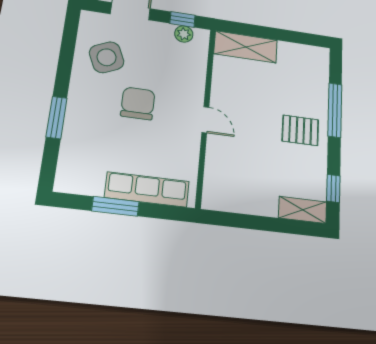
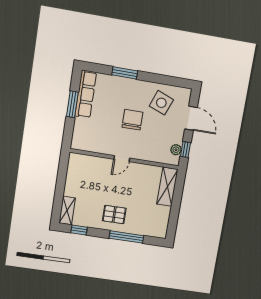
side table: (107, 57) -> (161, 103), turned 45
chair: (138, 103) -> (132, 120), turned -90
pallet: (300, 130) -> (114, 215), turned 90
row of seats: (147, 189) -> (86, 94), moved

